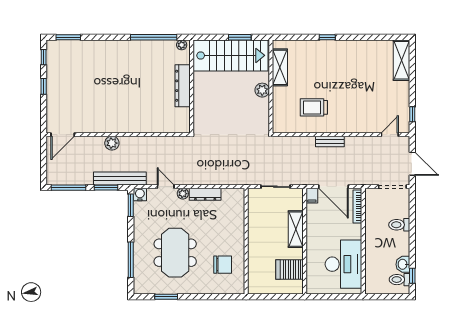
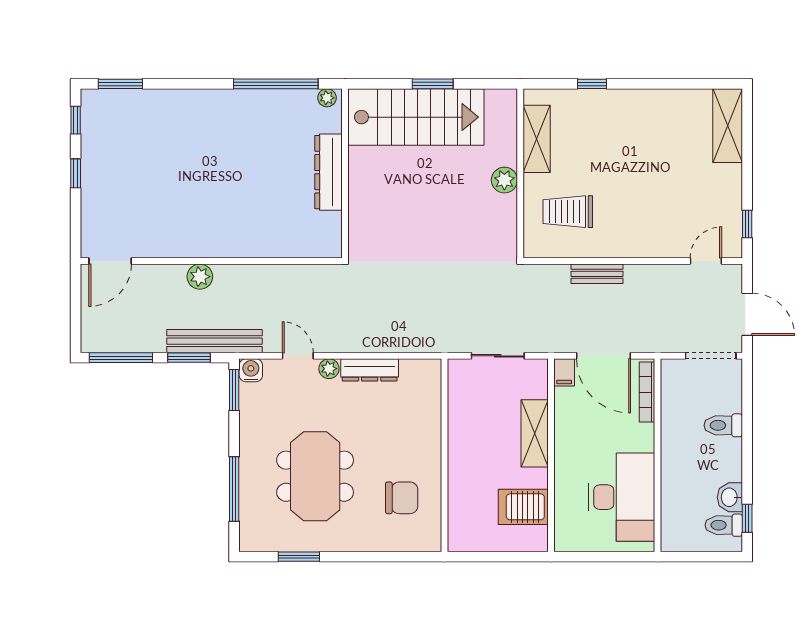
shelving: (280, 67) -> (537, 139), moved
wall: (271, 86) -> (520, 173), moved
plant: (262, 90) -> (504, 180), moved

